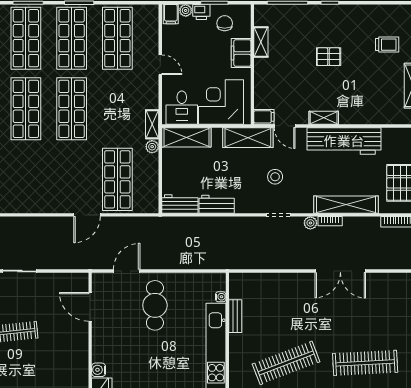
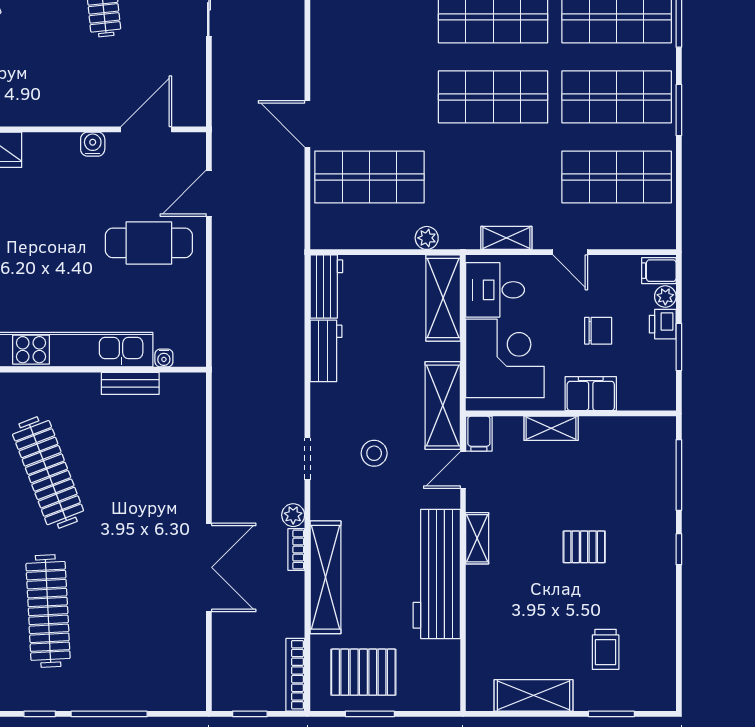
chair: (225, 23) -> (598, 331), moved
shelving: (261, 42) -> (551, 428), moved
pallet: (329, 57) -> (584, 547), turned 90
door: (160, 65) -> (570, 252), hinge flipped
shelving: (152, 124) -> (506, 238), moved
door: (127, 271) -> (209, 193), swing flipped
double door: (340, 271) -> (209, 567), swing flipped
water cooler: (99, 370) -> (93, 144), moved

